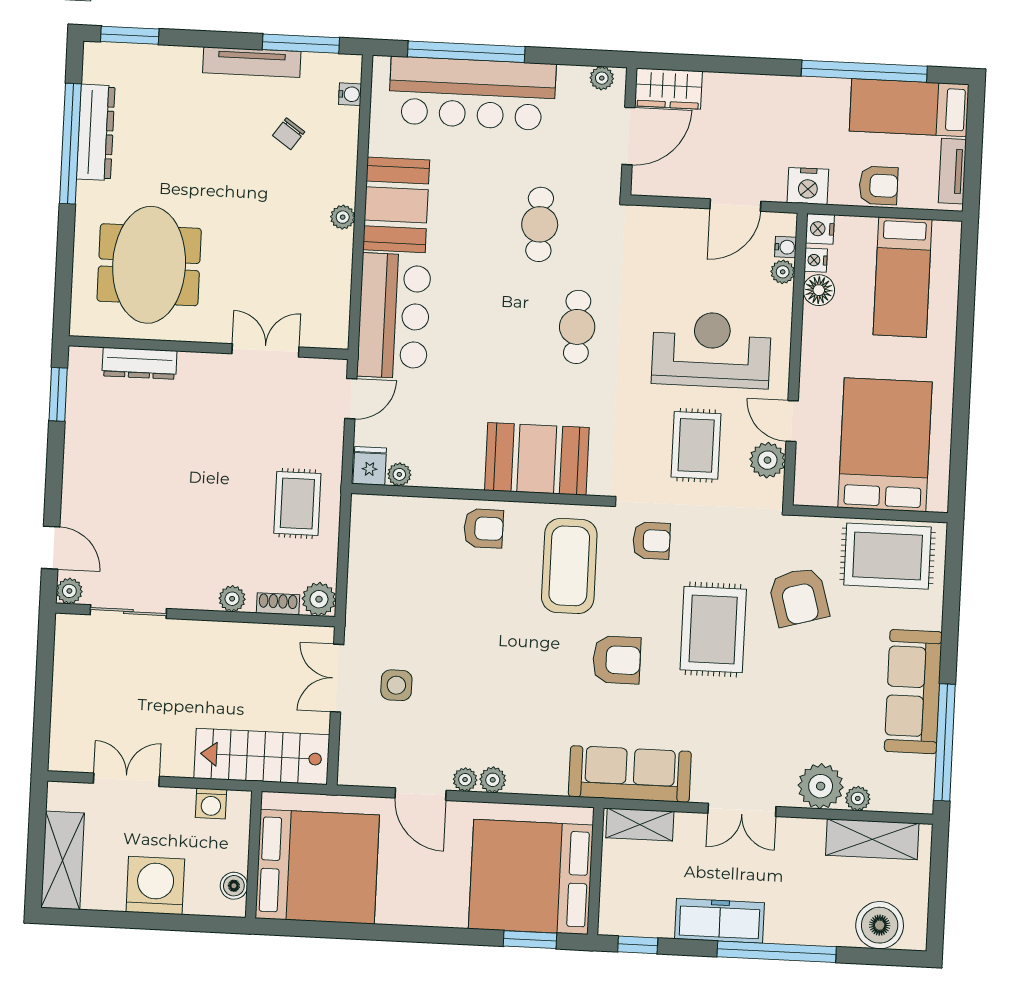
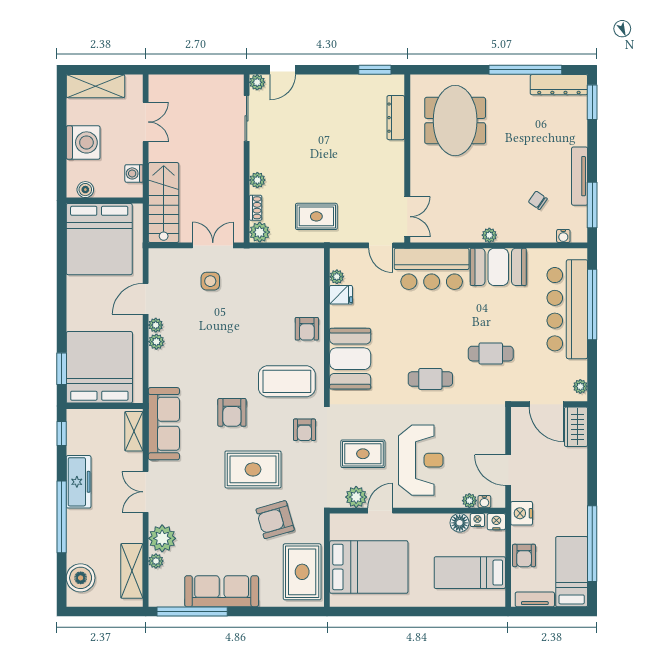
dresser: (96, 132) -> (559, 85), moved
meeting table: (149, 265) -> (455, 121), turned 90
double door: (265, 350) -> (407, 217), moved
fridge: (370, 466) -> (341, 295), moved

